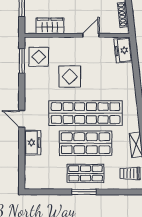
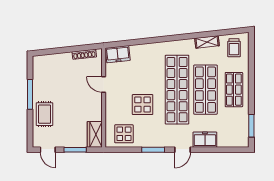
wardrobe: (50, 26) -> (95, 134), moved
window: (22, 61) -> (153, 150), moved
window: (84, 192) -> (251, 126), moved

